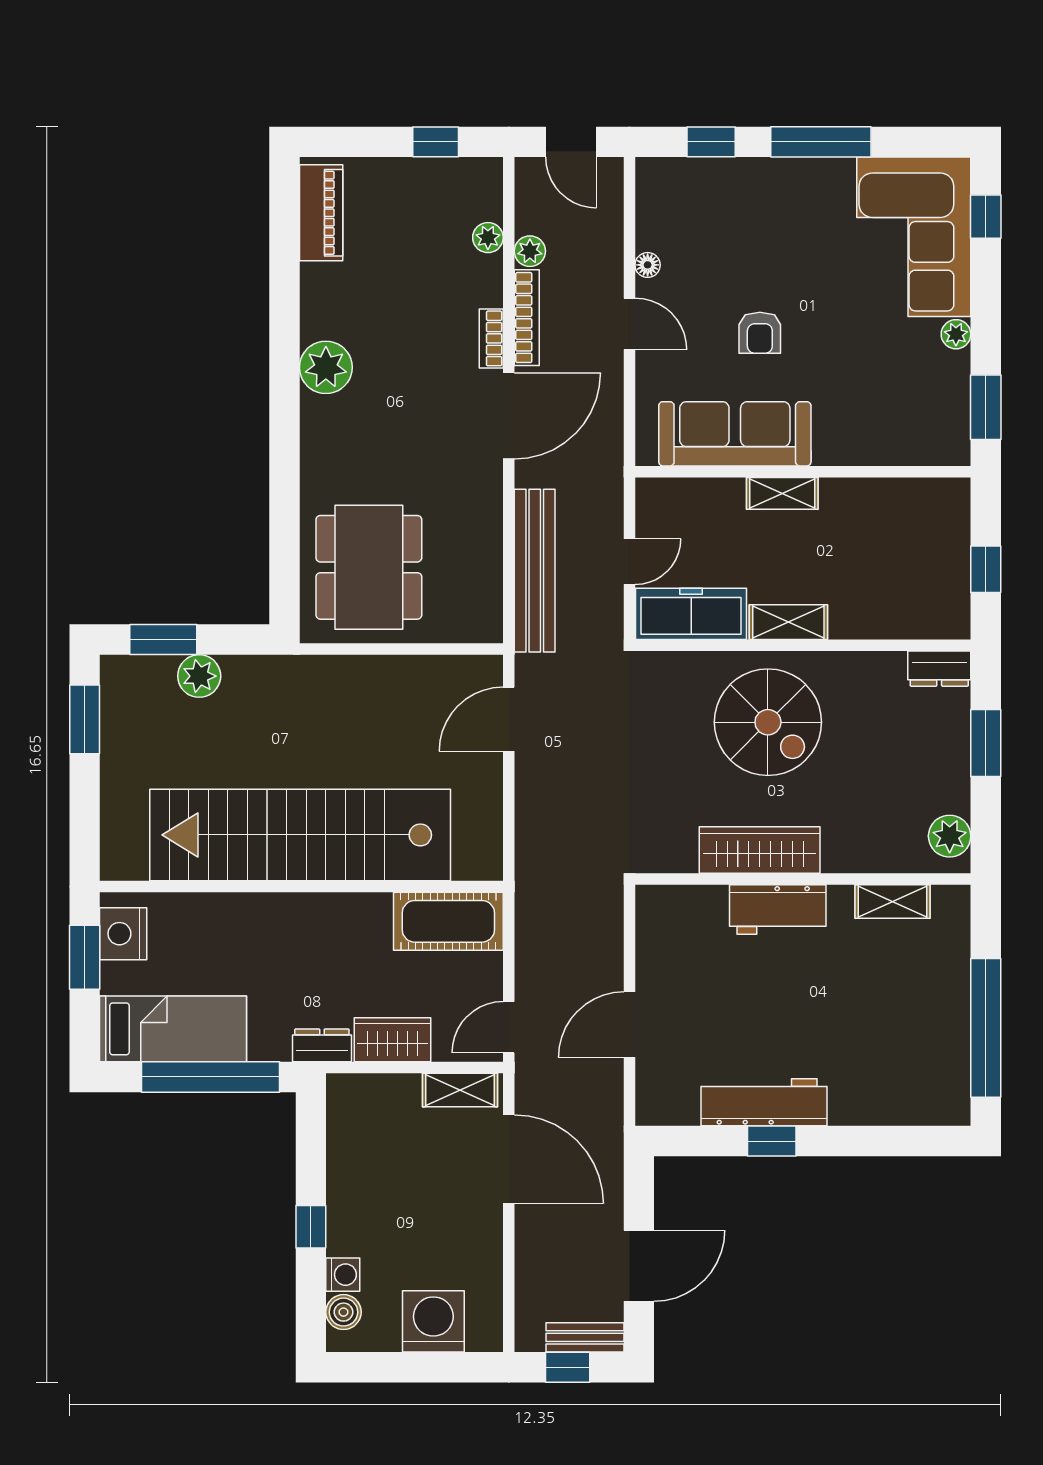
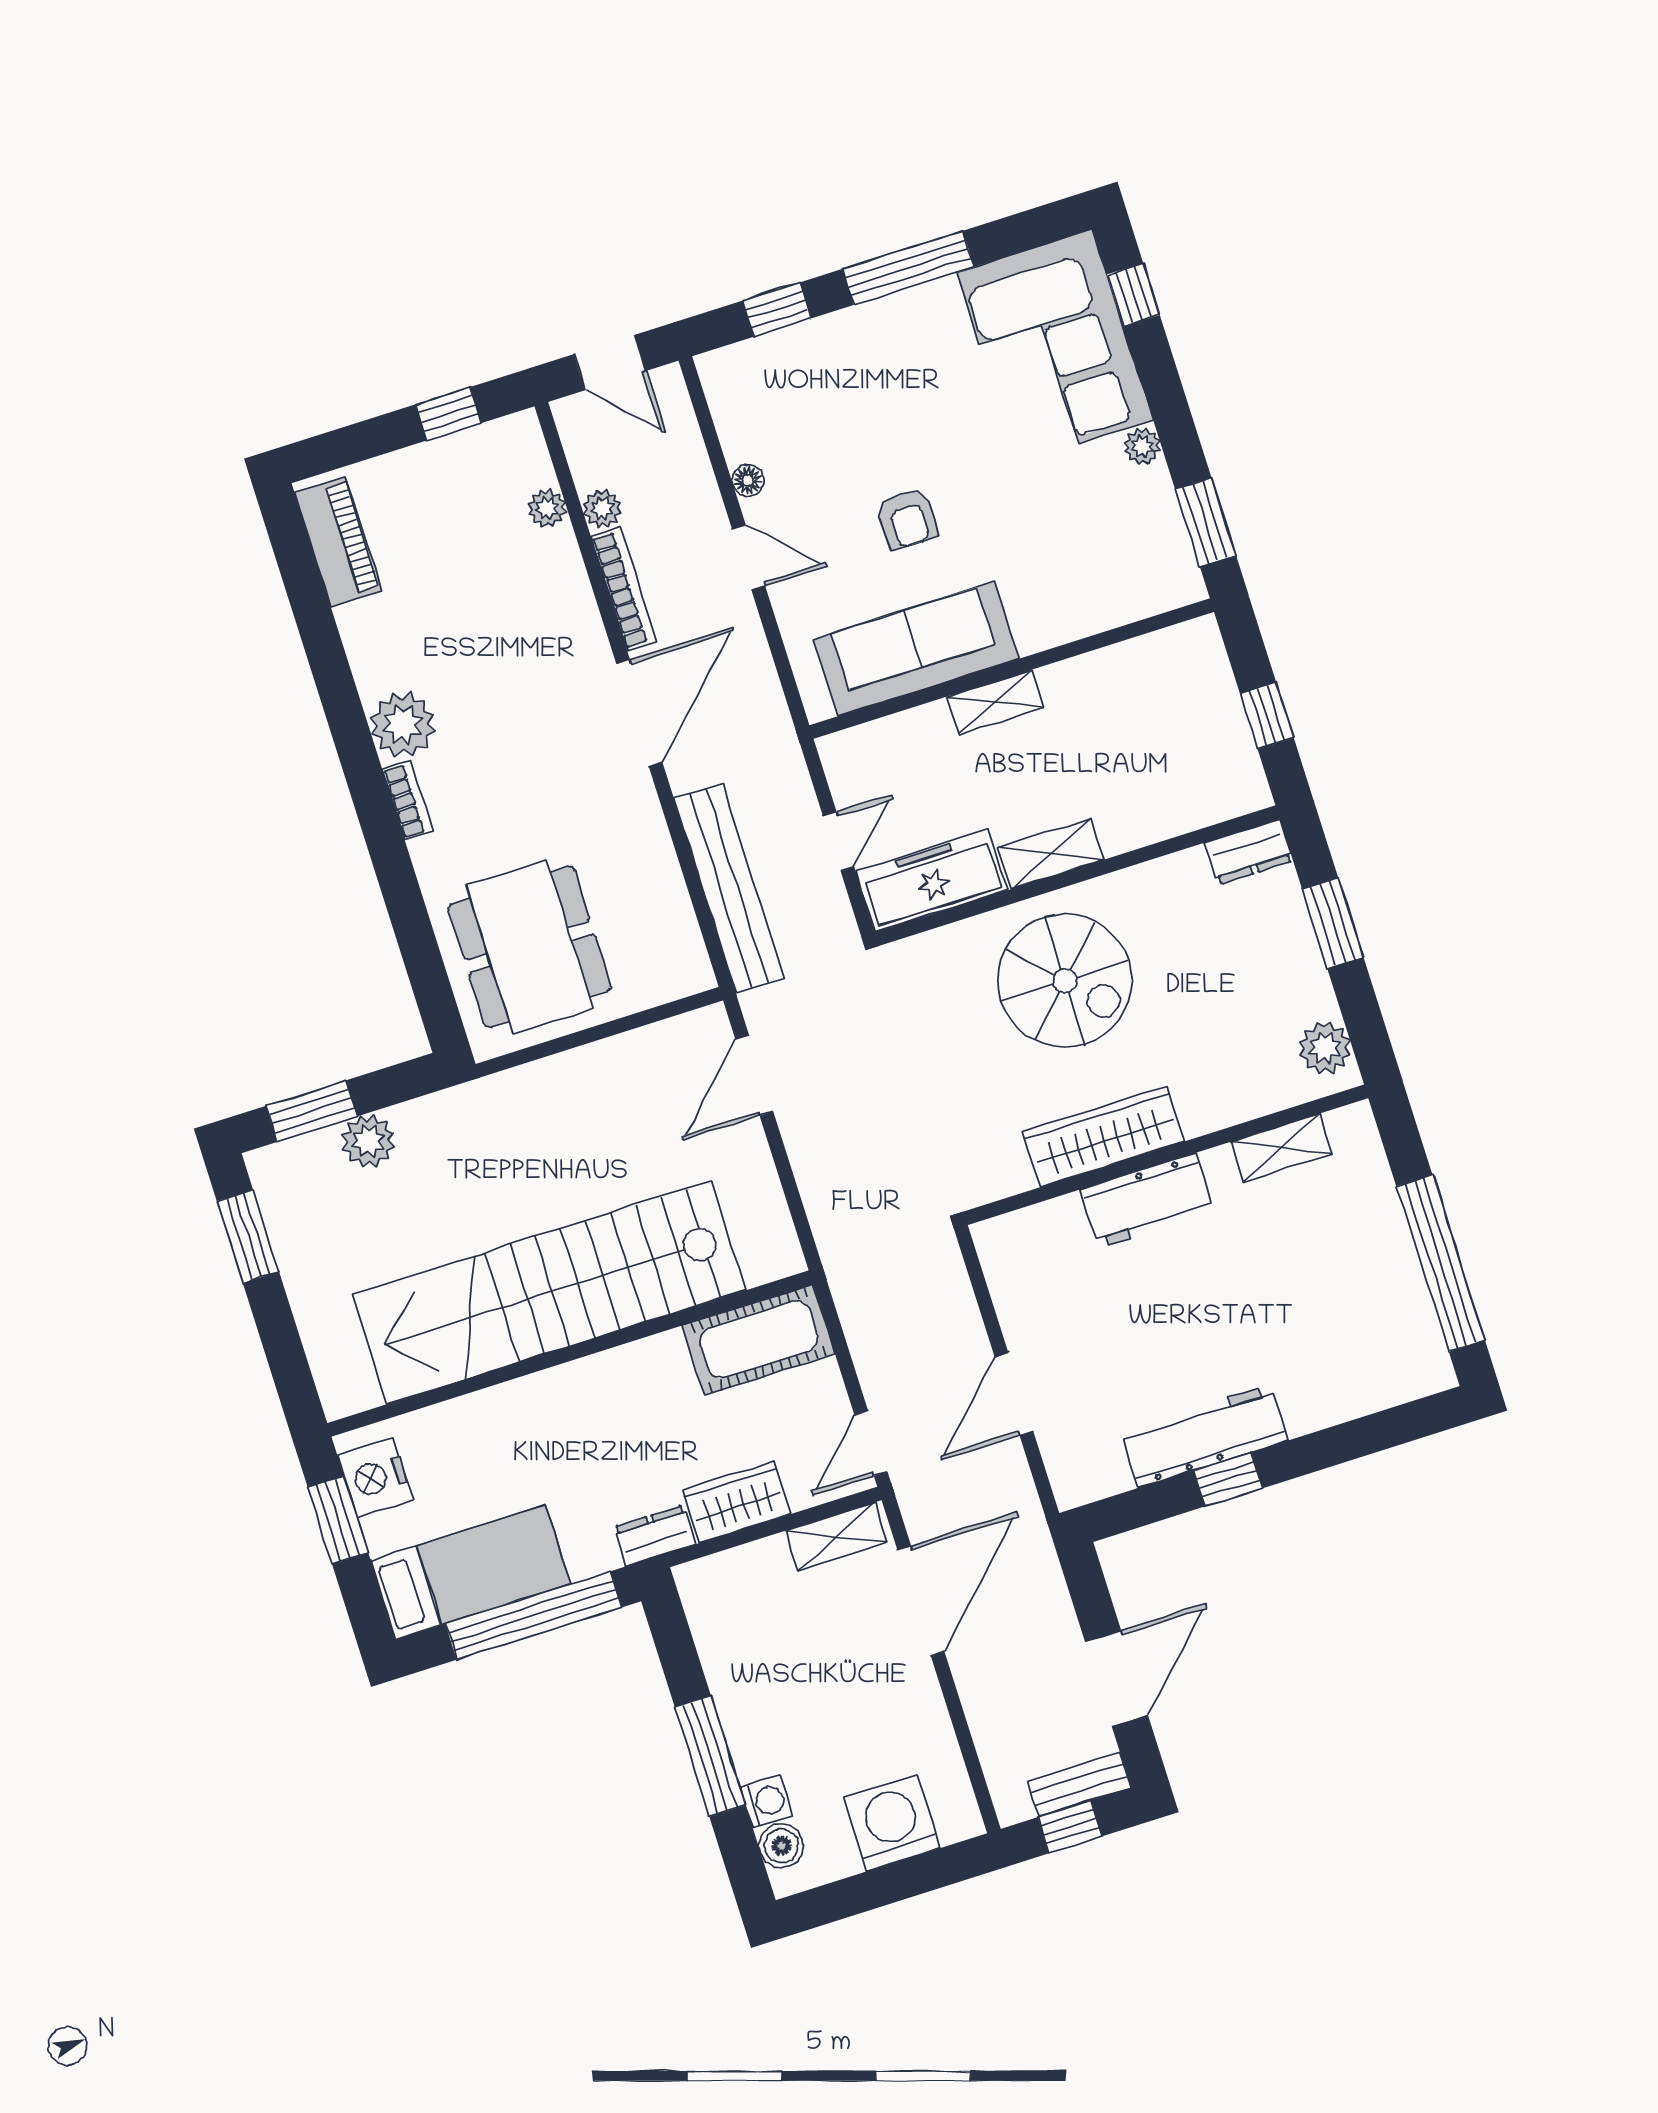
bookcase: (491, 338) -> (408, 800), moved, turned 180
door: (509, 1159) -> (921, 1601), hinge flipped
window: (311, 1227) -> (710, 1756), width x2.17

